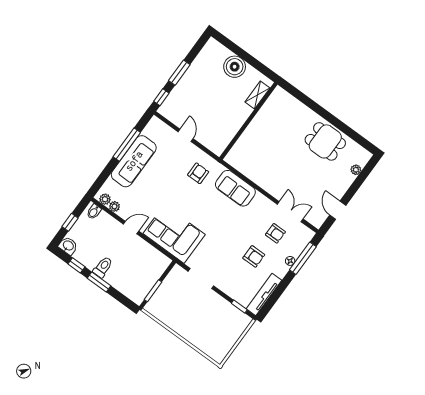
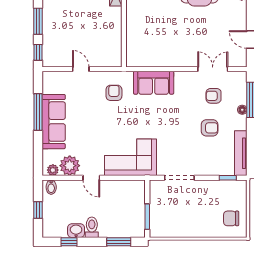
plant: (115, 206) -> (70, 166), width x1.88, depth x1.88
door: (131, 228) -> (91, 178), swing flipped
armchair: (275, 233) -> (214, 96), turned 180
washbasin: (68, 246) -> (76, 231), moved
window: (99, 282) -> (119, 242), moved
chair: (218, 341) -> (231, 218), added

